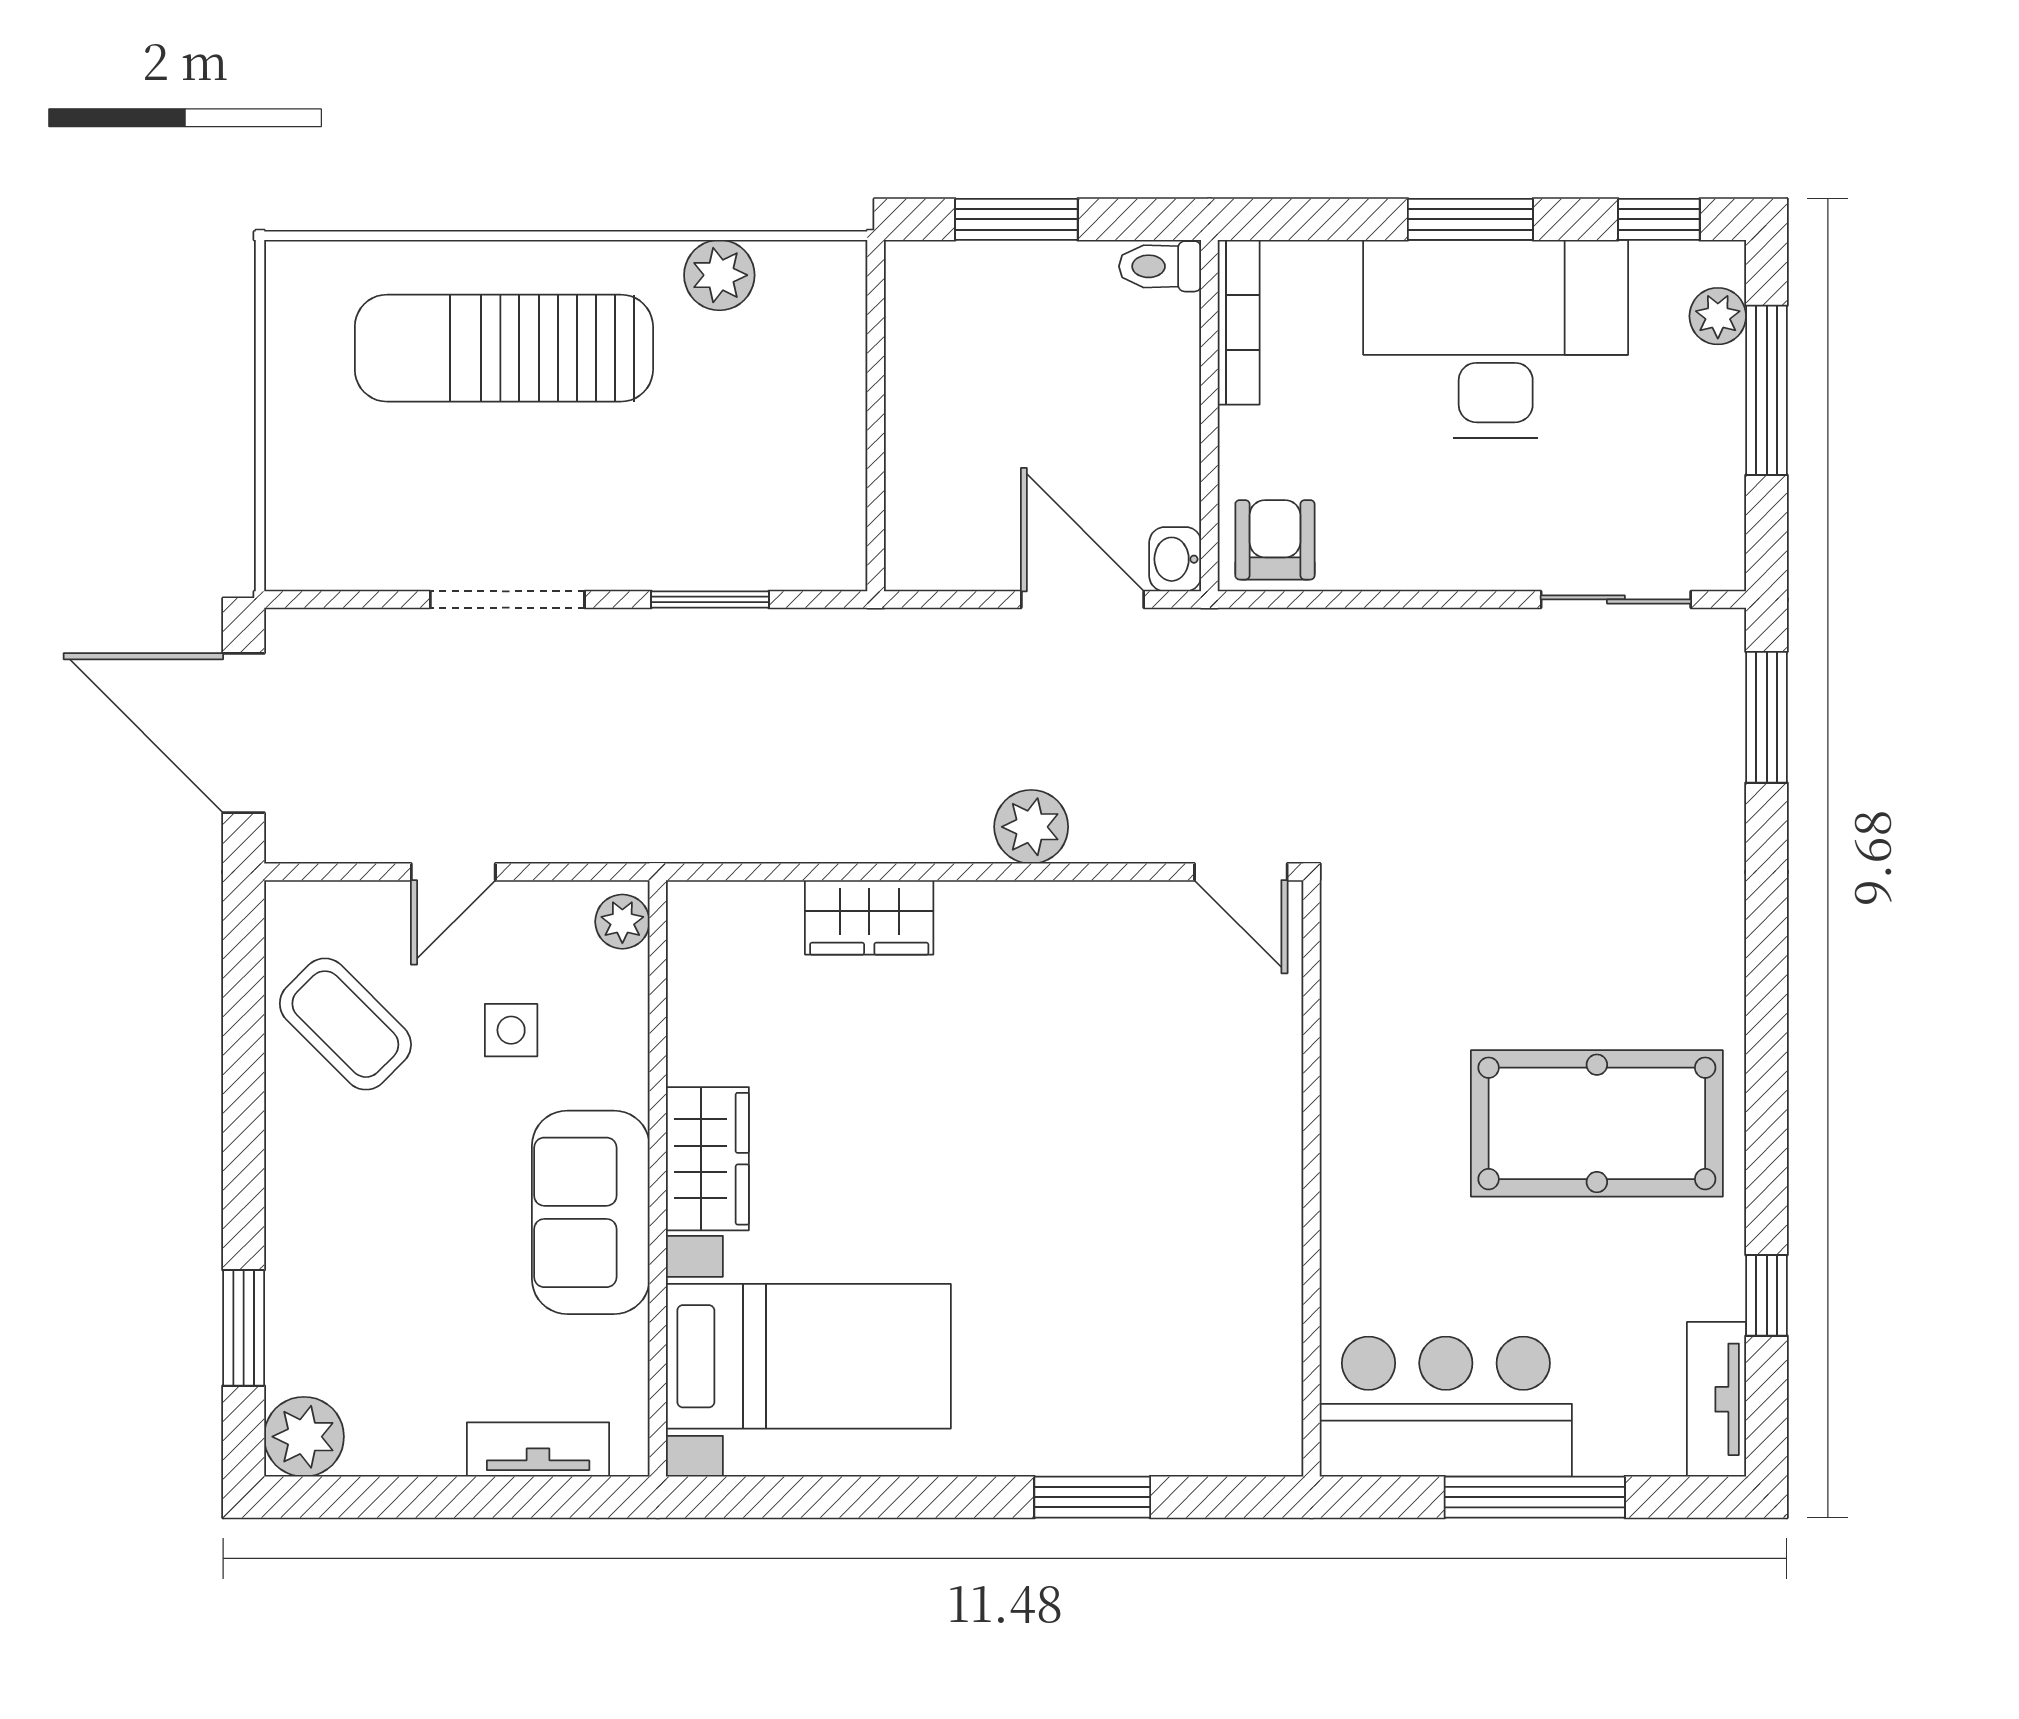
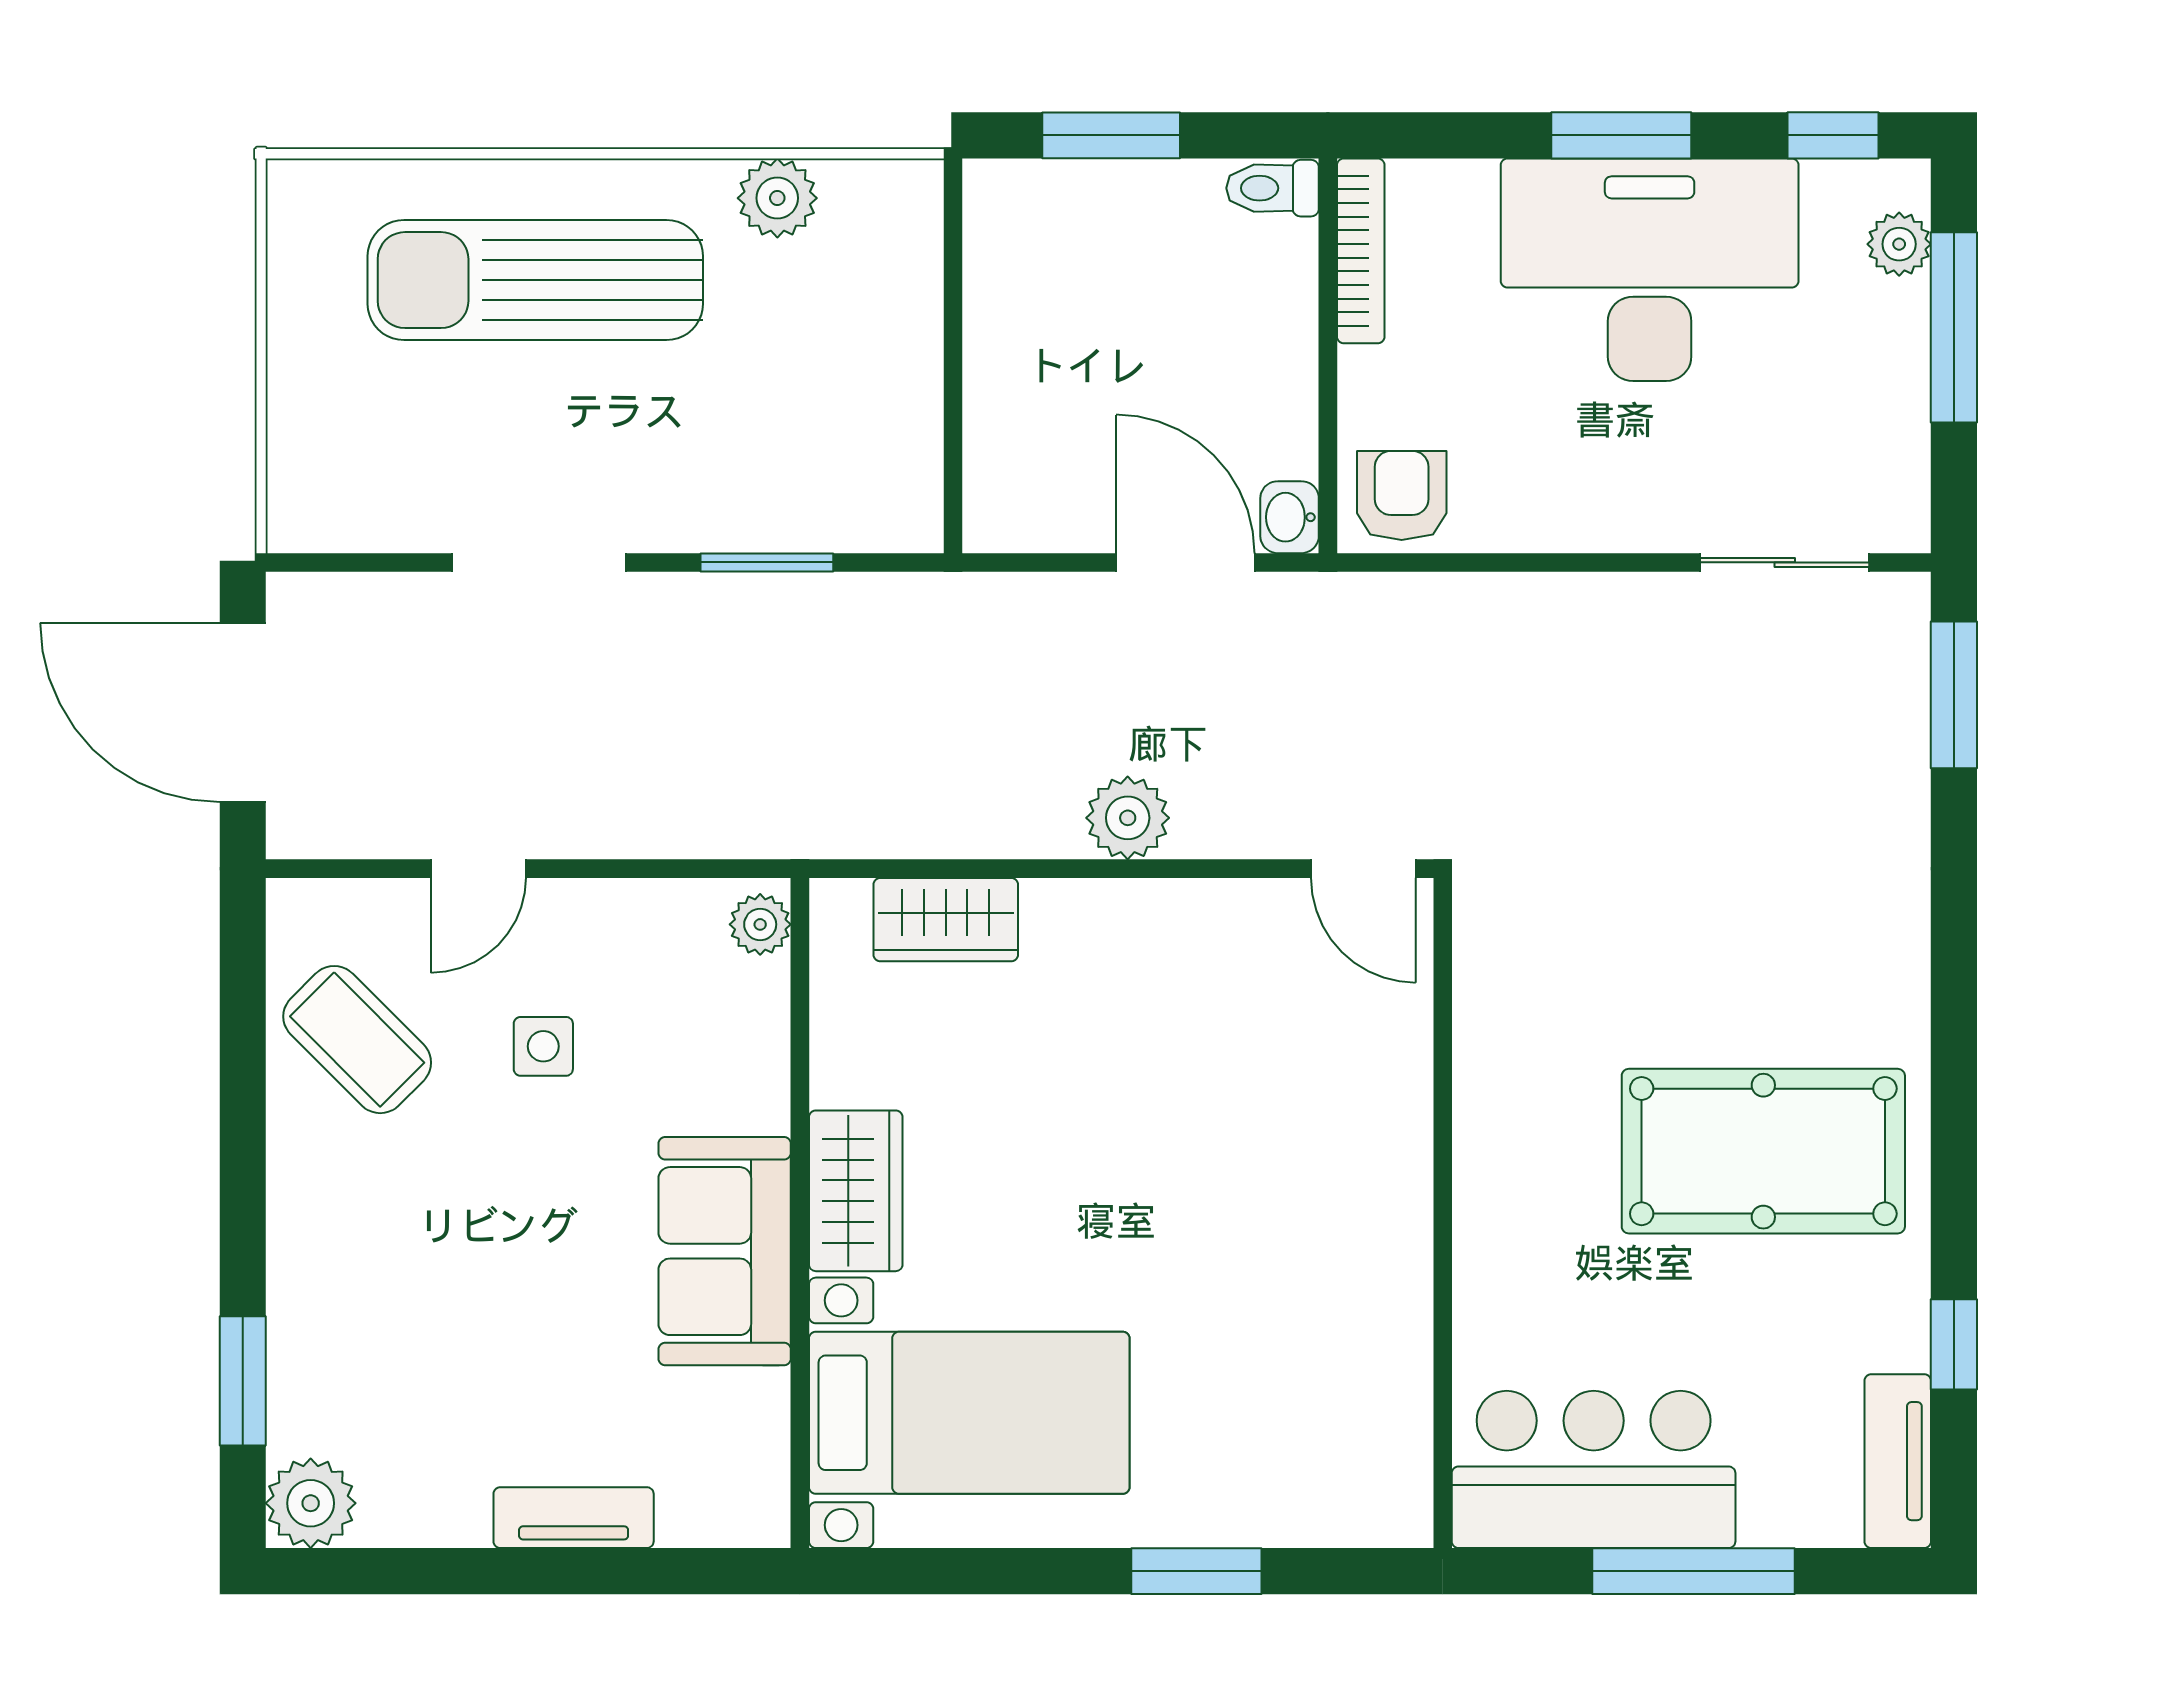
plant: (622, 922) -> (760, 924), moved
wardrobe: (707, 1159) -> (856, 1191), moved
wall: (658, 1178) -> (800, 1213), moved
sofa: (591, 1212) -> (725, 1251), moved
bed with nightstands: (808, 1356) -> (969, 1413), moved

